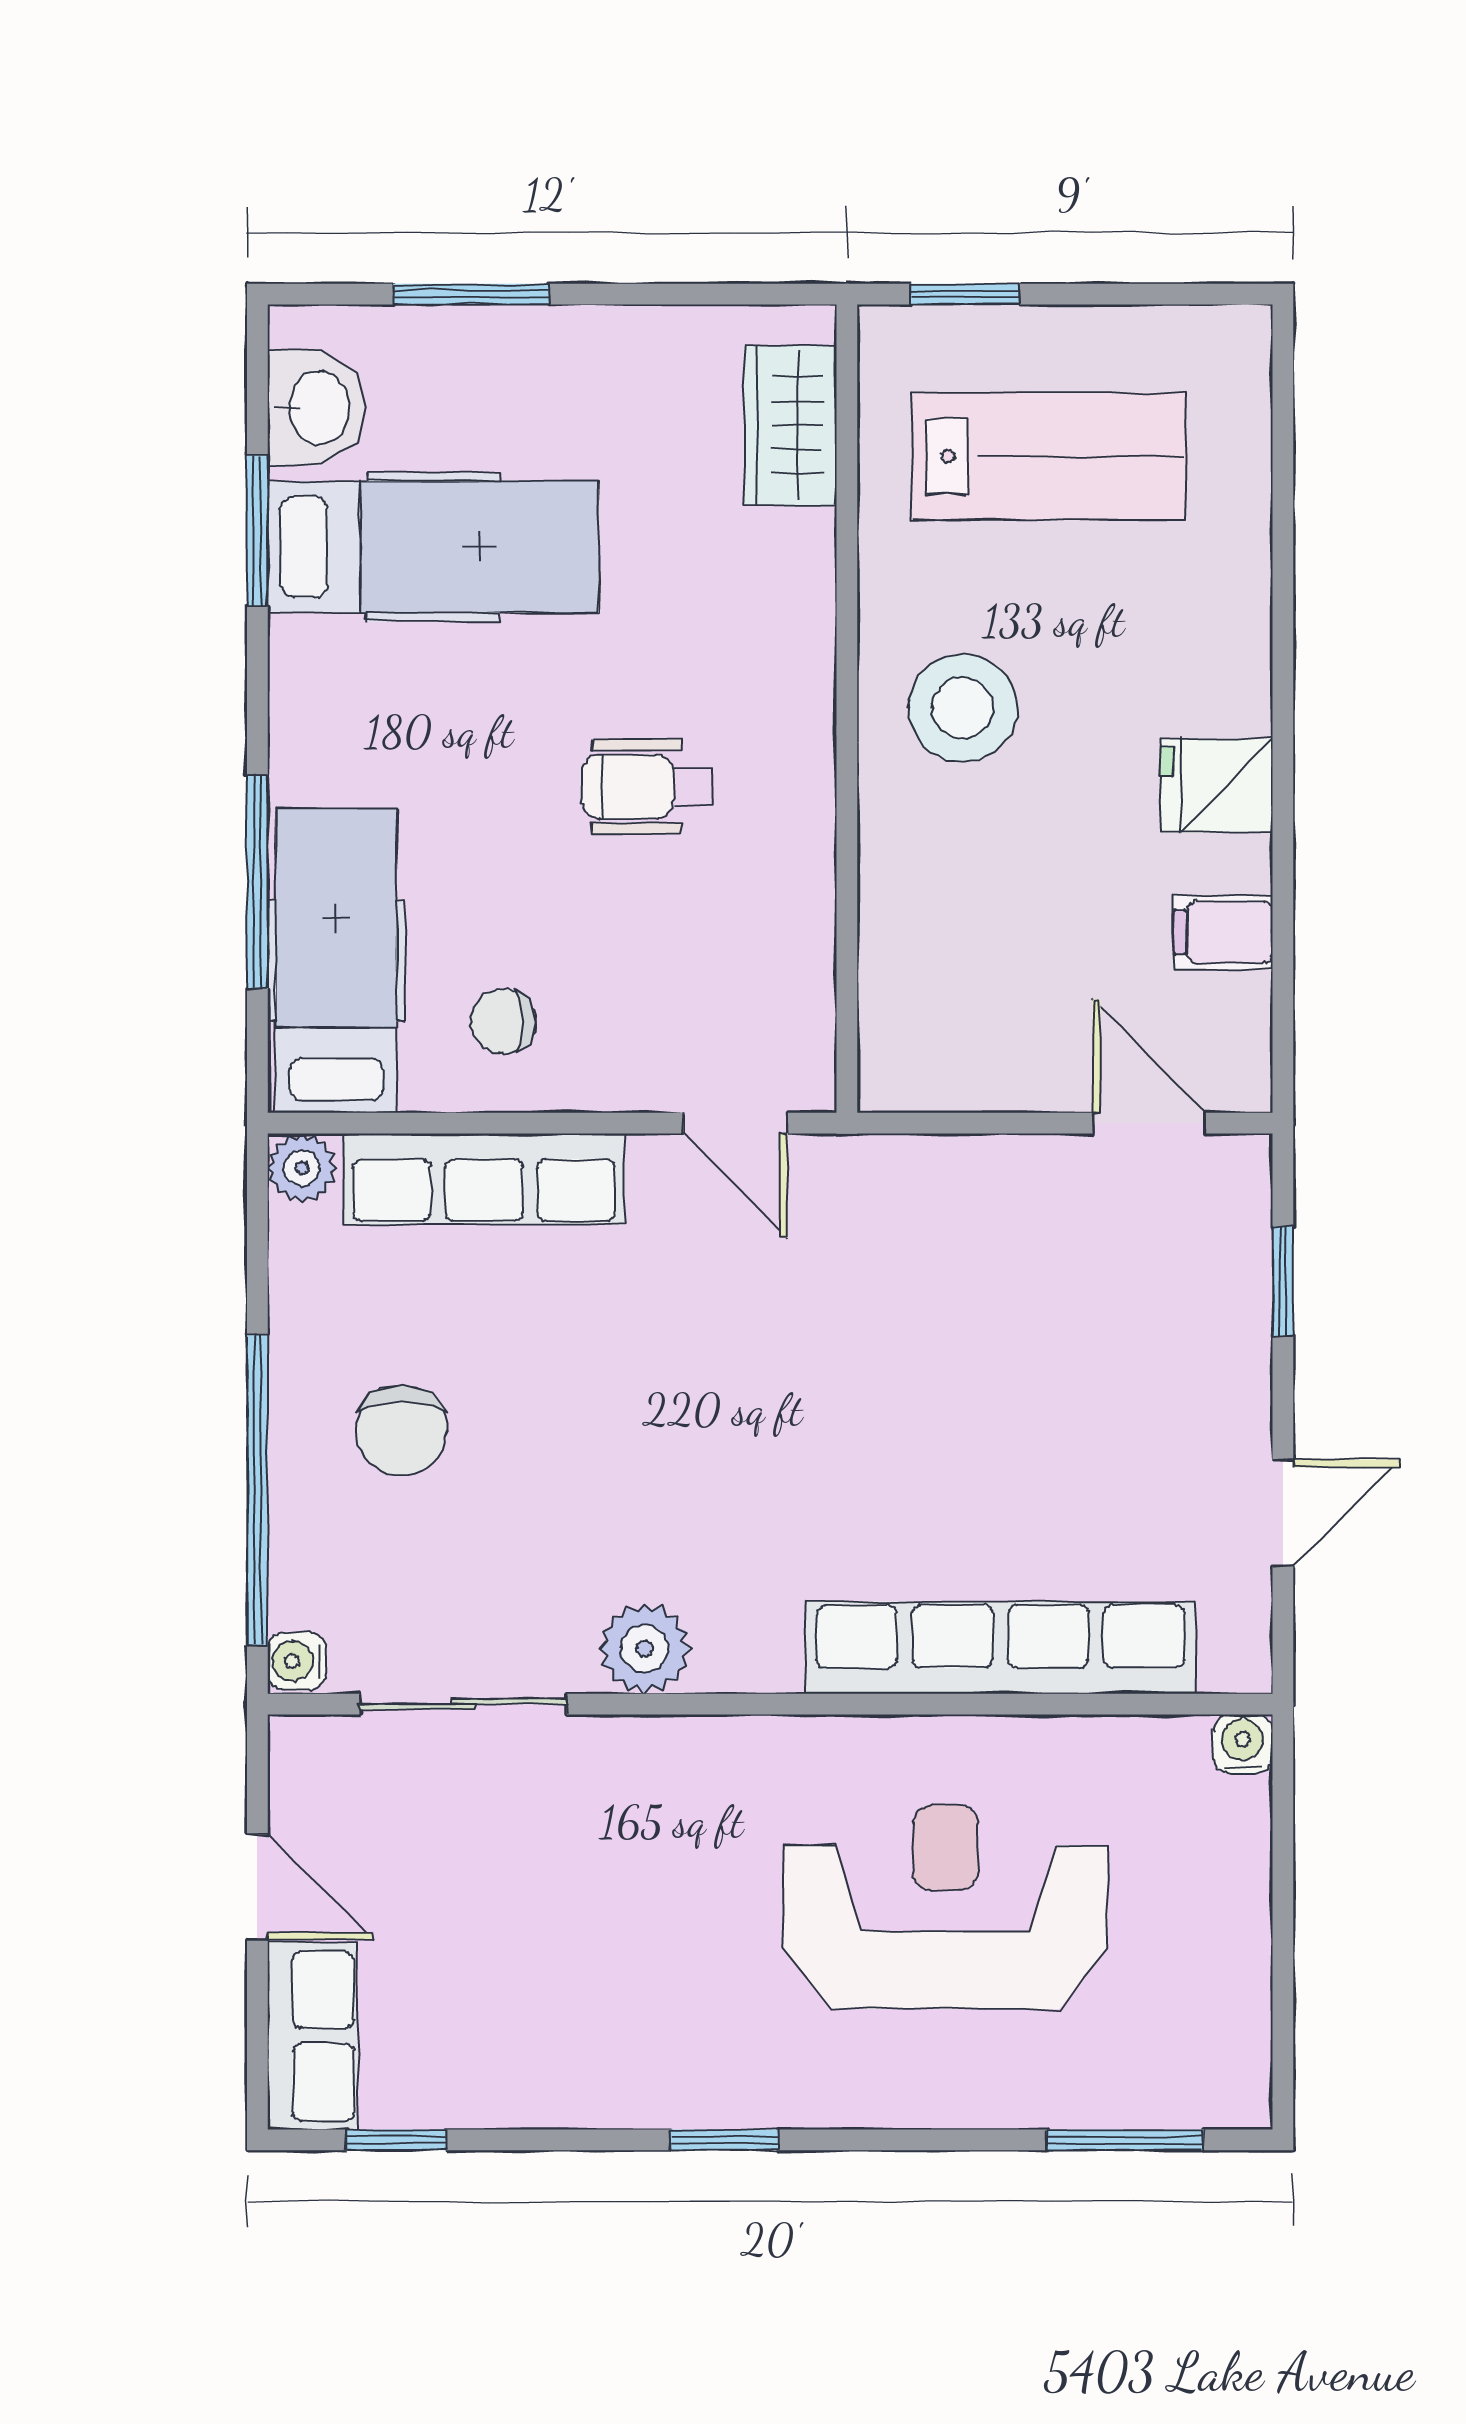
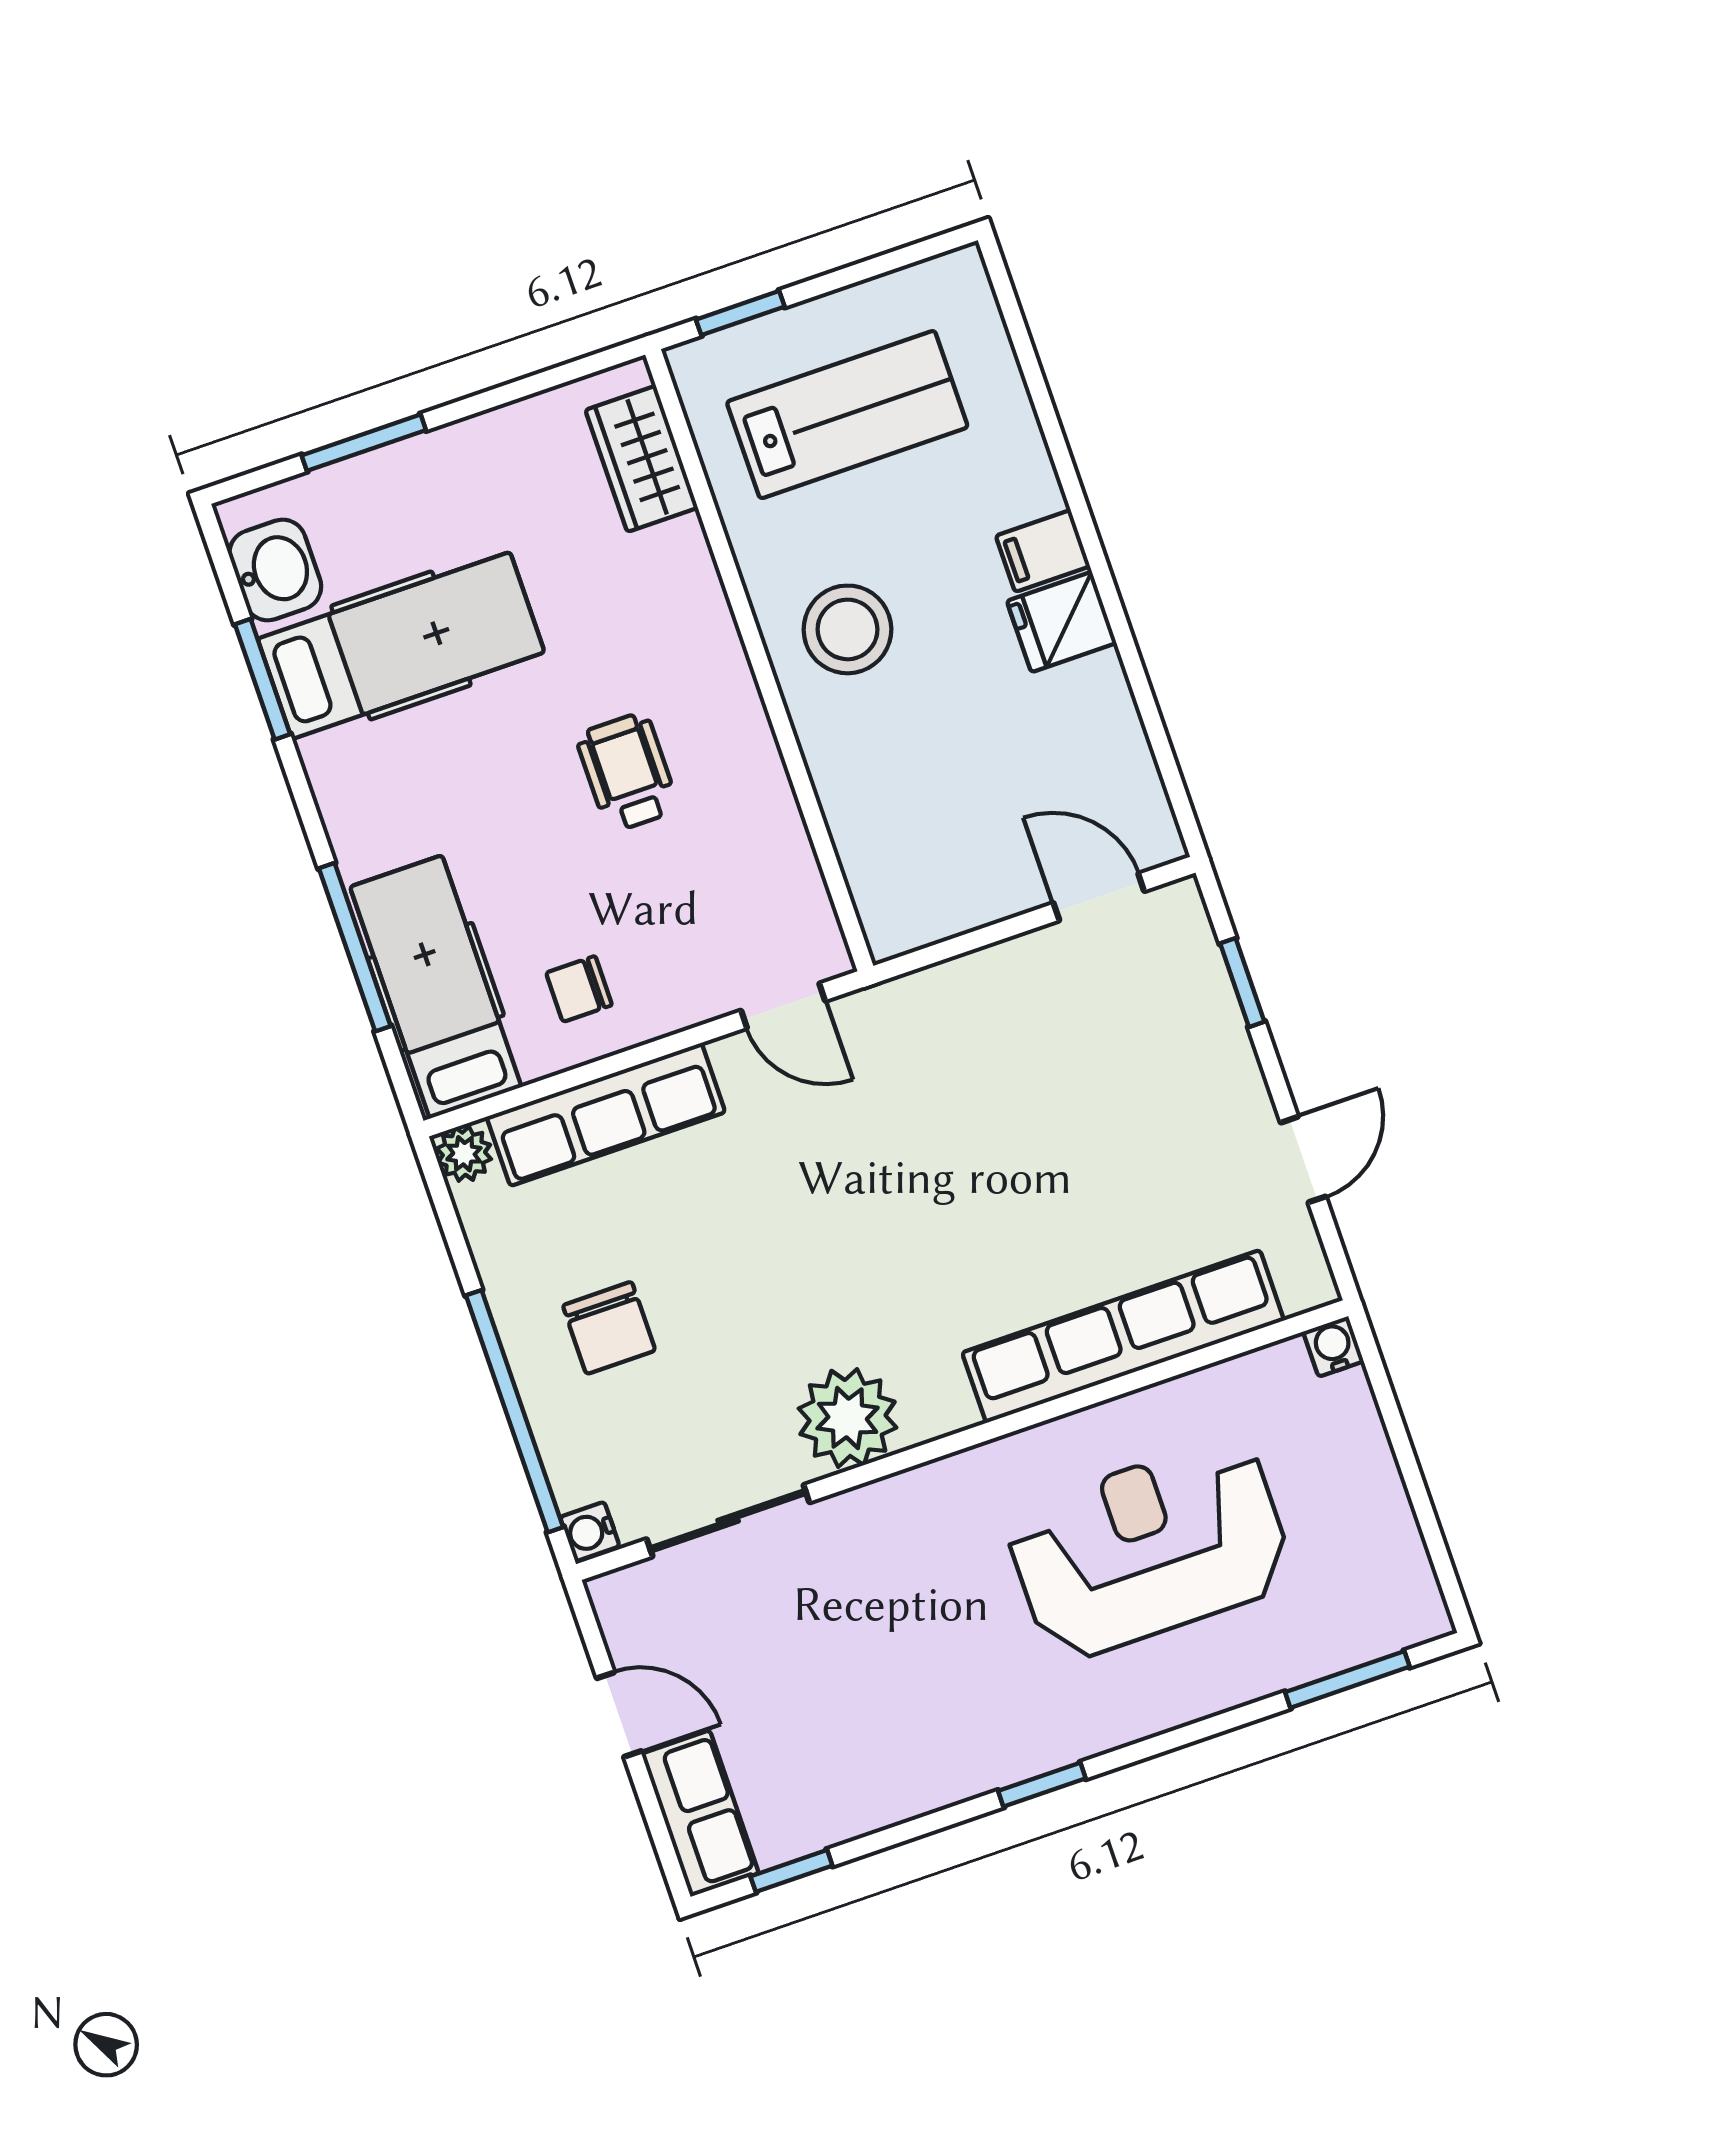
wheelchair: (647, 787) -> (627, 772), turned 90
filing cabinet: (1223, 932) -> (1043, 551), moved
plant: (645, 1649) -> (848, 1418), width x1.36, depth x1.36

